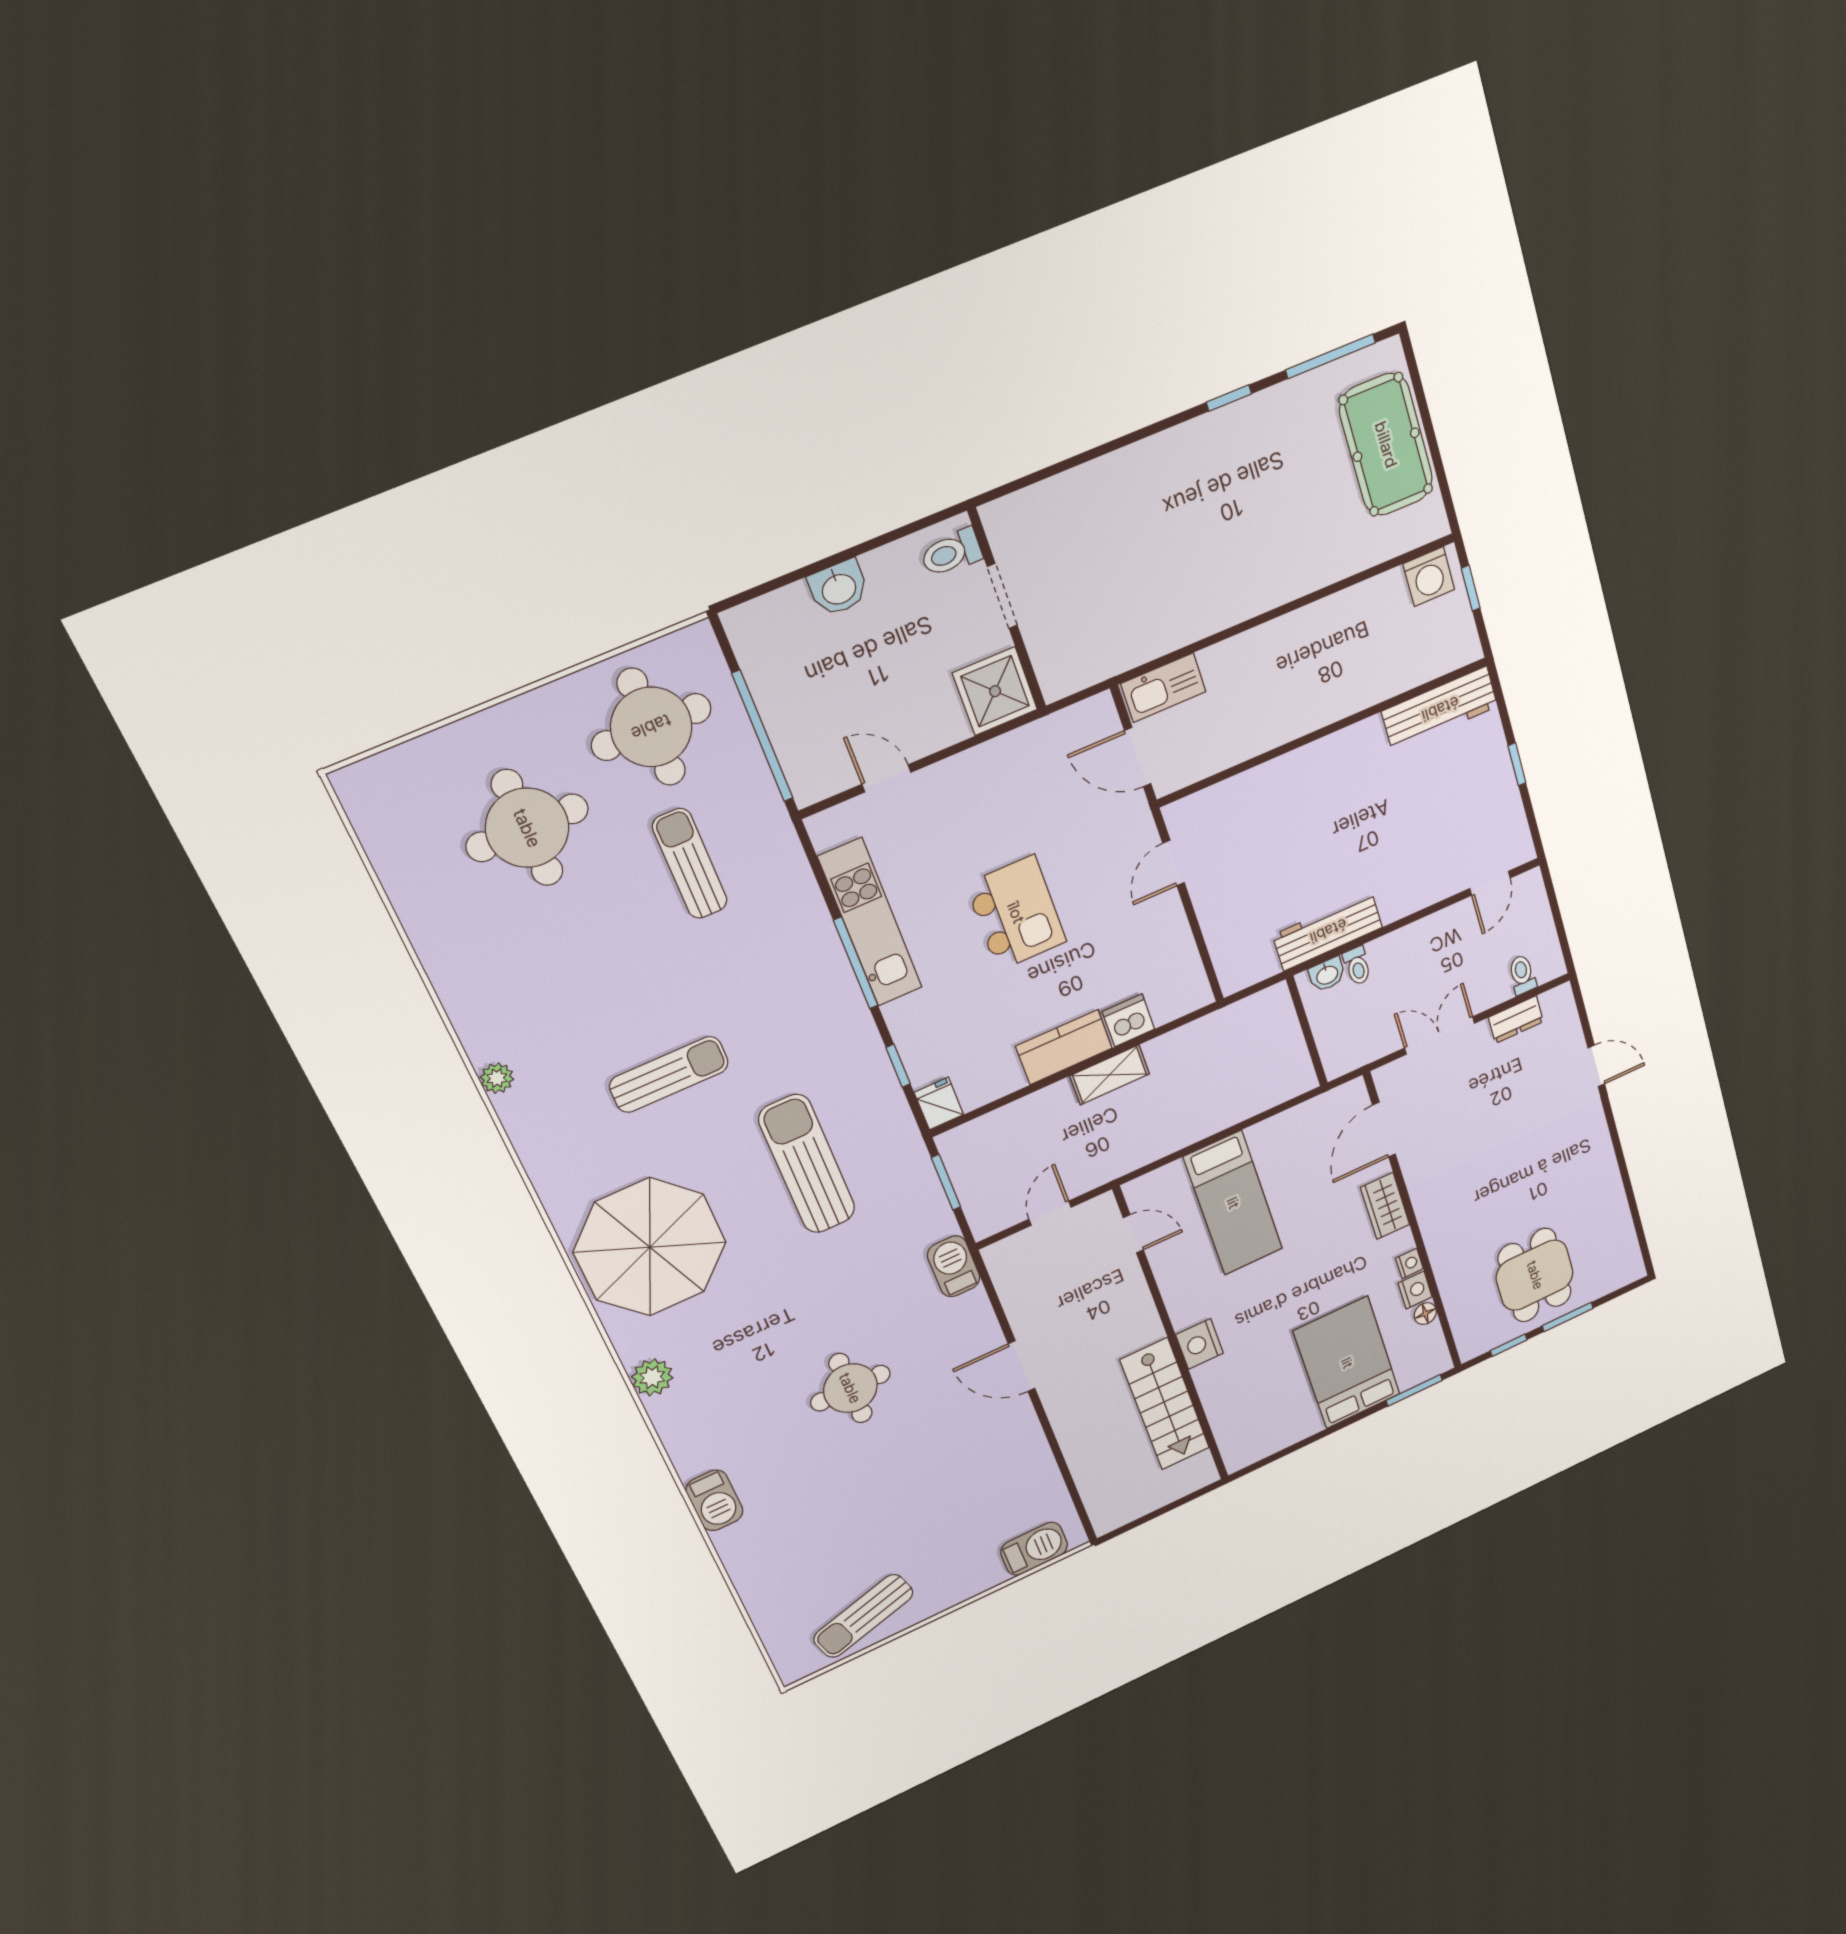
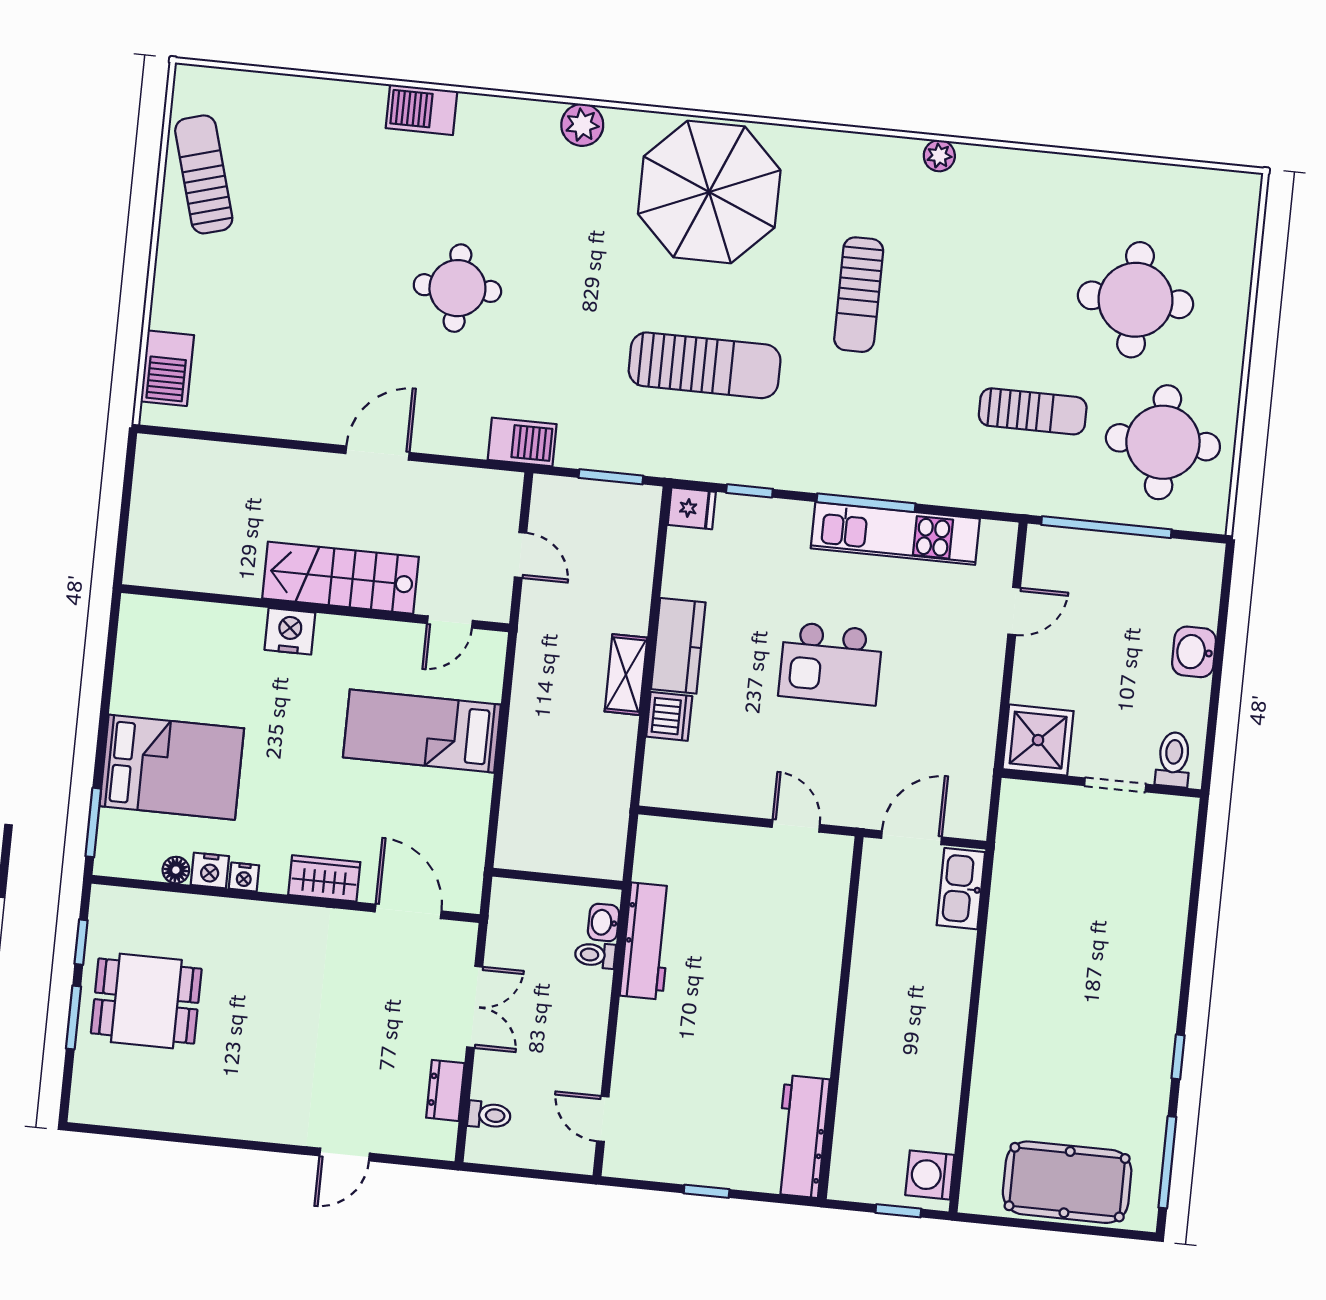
stairs: (1165, 1404) -> (341, 578), moved

